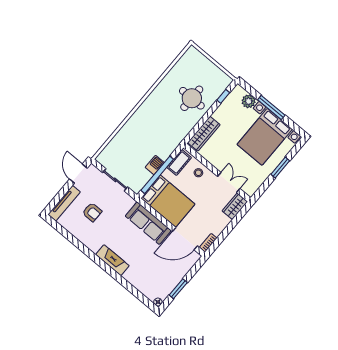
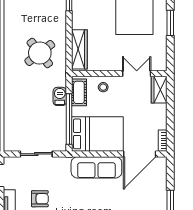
round table: (192, 98) -> (40, 53), moved, turned -38
barbecue: (155, 165) -> (60, 96), moved

